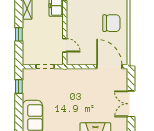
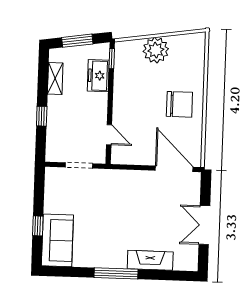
window: (19, 86) -> (38, 226), moved

